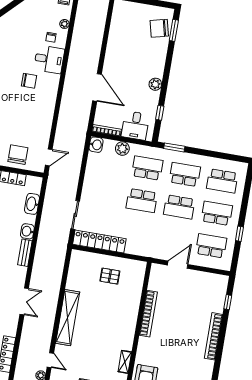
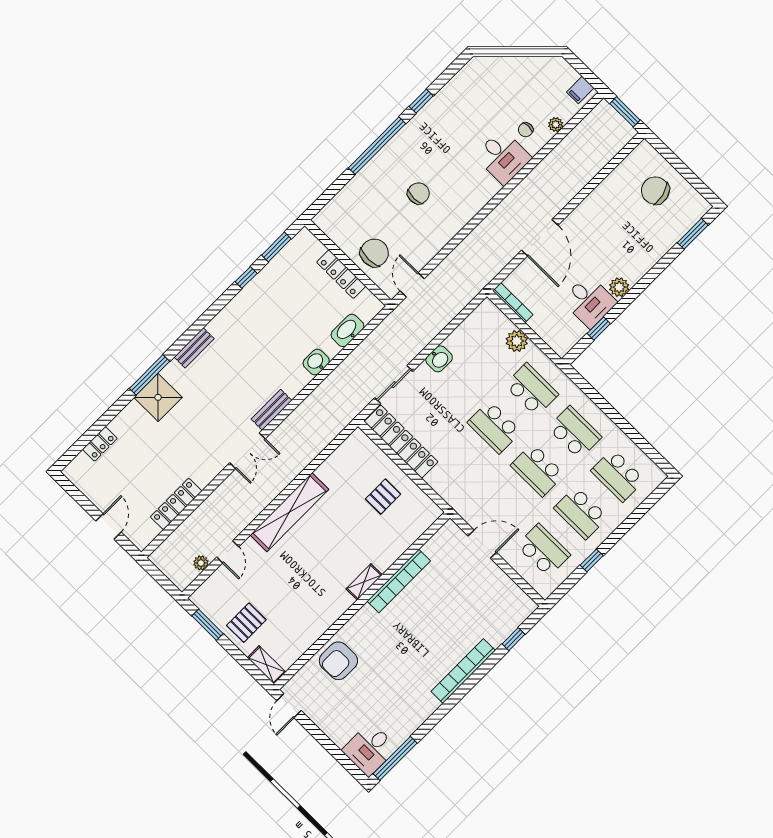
chair: (159, 28) -> (655, 191), moved
chair: (29, 81) -> (418, 193), moved, turned -90
desk: (135, 126) -> (589, 301), moved, turned -90
washbasin: (96, 145) -> (439, 359), moved
window: (174, 147) -> (586, 387), removed
door: (49, 157) -> (412, 285), swing flipped
school desk: (217, 213) -> (581, 513), turned 180
bench: (25, 253) -> (271, 410), moved
pallet: (110, 276) -> (383, 497), turned 90
shelving: (125, 362) -> (364, 582), moved

